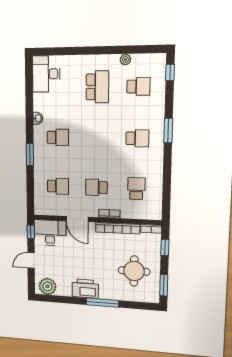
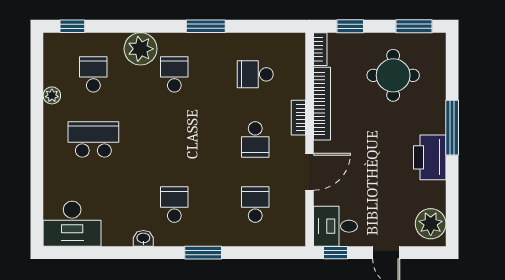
plant: (154, 117) -> (141, 49), added
window: (168, 131) -> (206, 26), moved
desk: (50, 233) -> (335, 226), width x0.73

